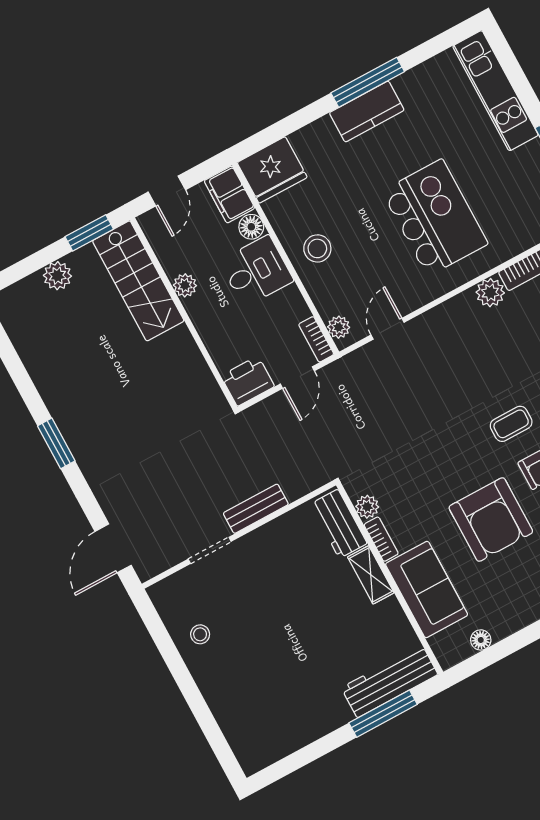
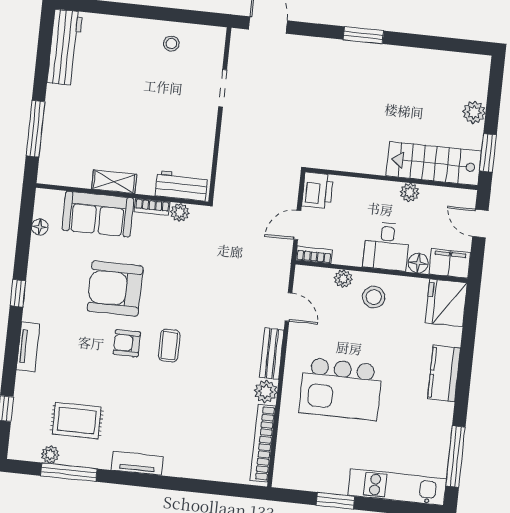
window: (368, 82) -> (455, 457), moved
kitchen counter: (367, 111) -> (444, 373), moved
plant: (339, 327) -> (343, 279), moved
door: (297, 377) -> (297, 225), hinge flipped
bench: (256, 509) -> (272, 354), moved
shelving: (371, 575) -> (114, 182), moved
workbench: (390, 681) -> (65, 47), moved

